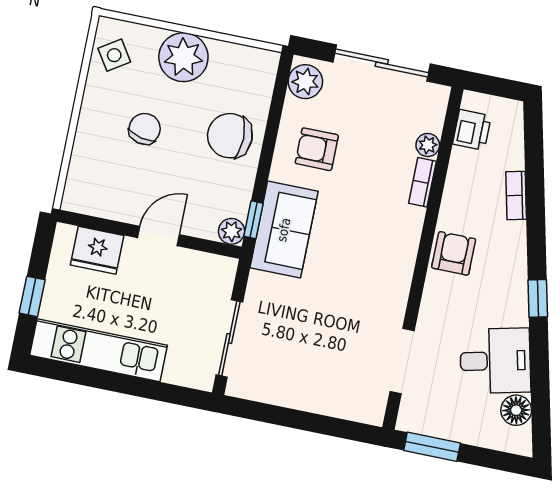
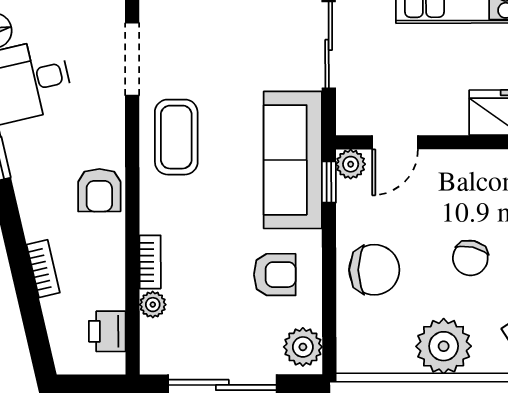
sofa: (284, 230) -> (293, 160), width x1.36
door: (159, 236) -> (395, 142), moved
coffee table: (378, 286) -> (176, 137), added

